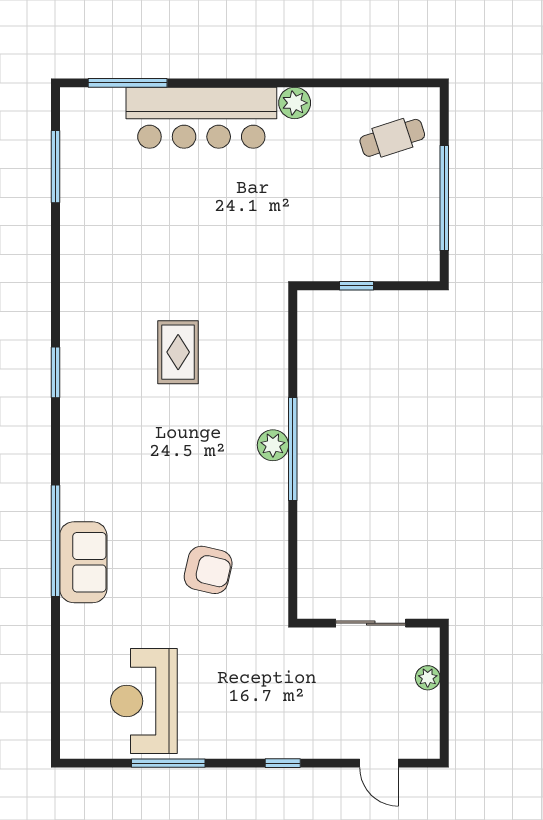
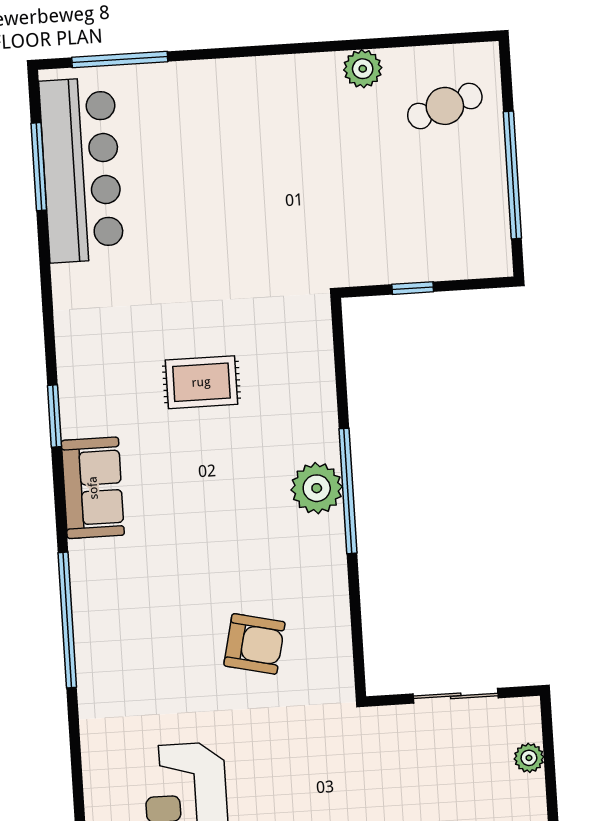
plant: (295, 103) -> (363, 69), moved
bar counter: (201, 118) -> (81, 170), moved, turned -90
rug: (178, 352) -> (201, 382), turned 90
plant: (273, 445) -> (317, 488), width x1.36, depth x1.36
sofa: (83, 562) -> (93, 488), moved

